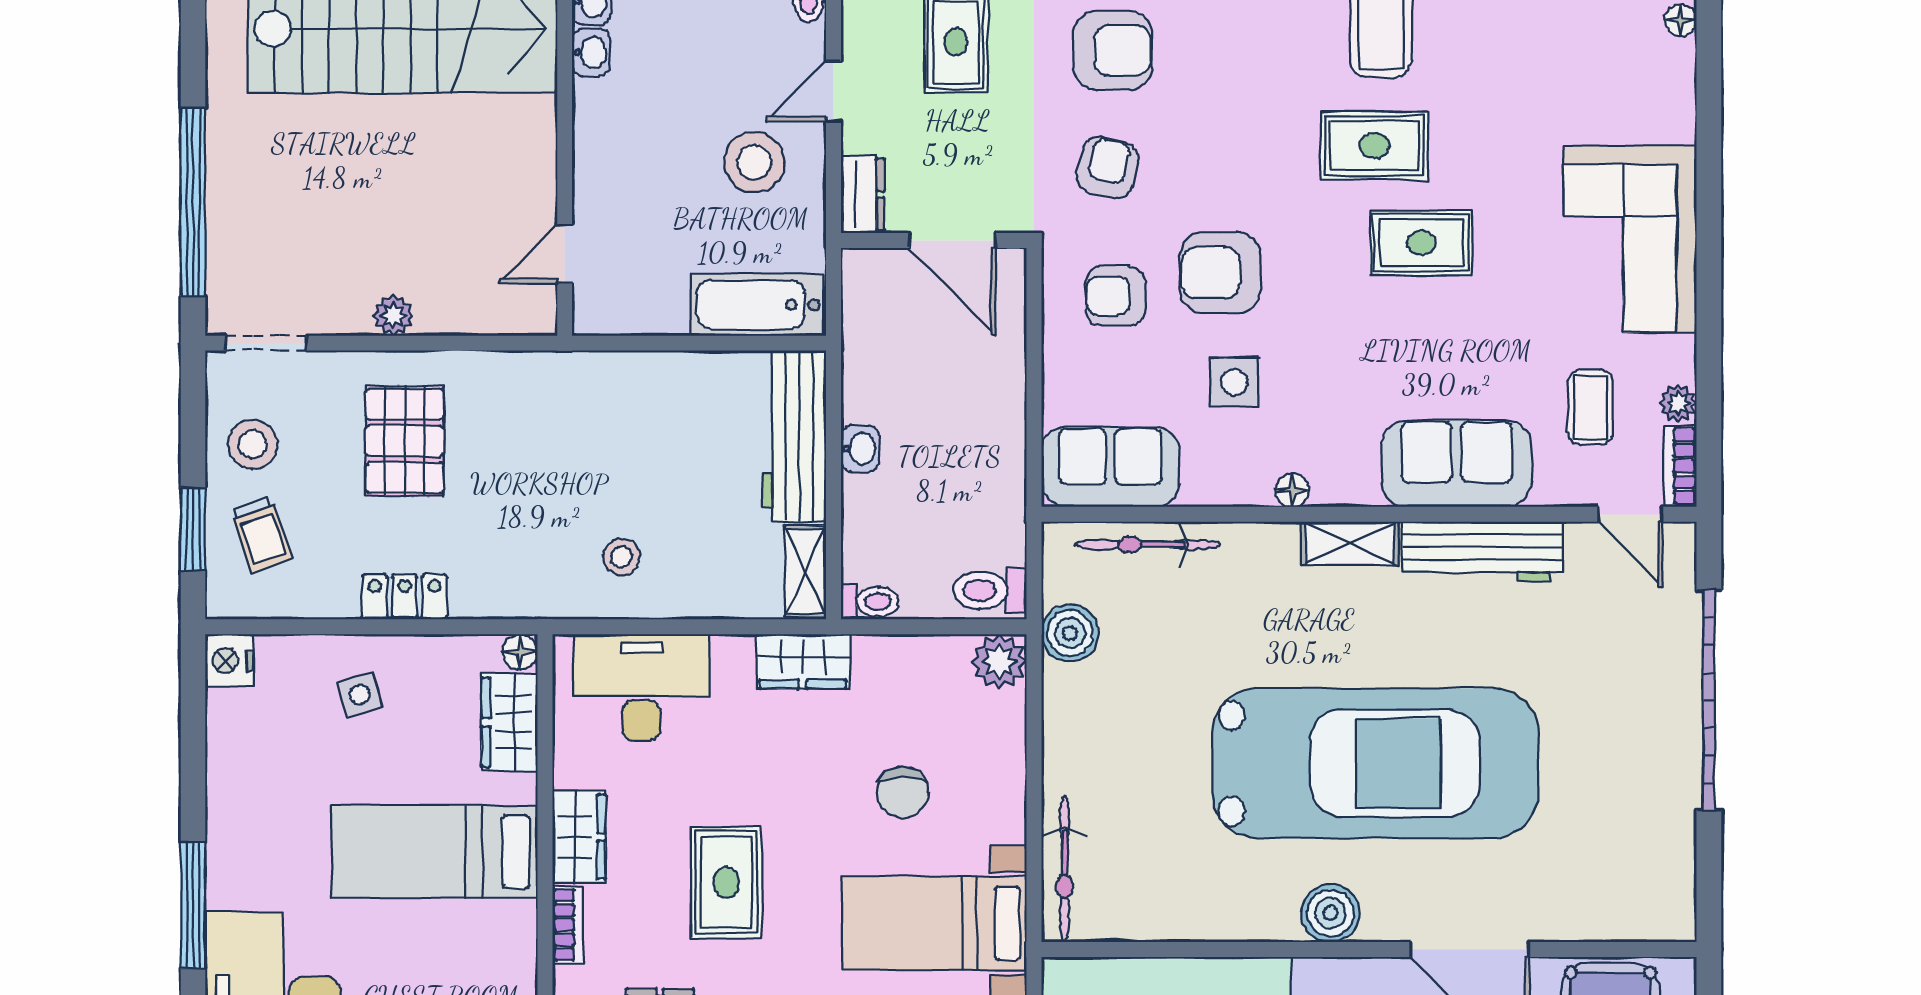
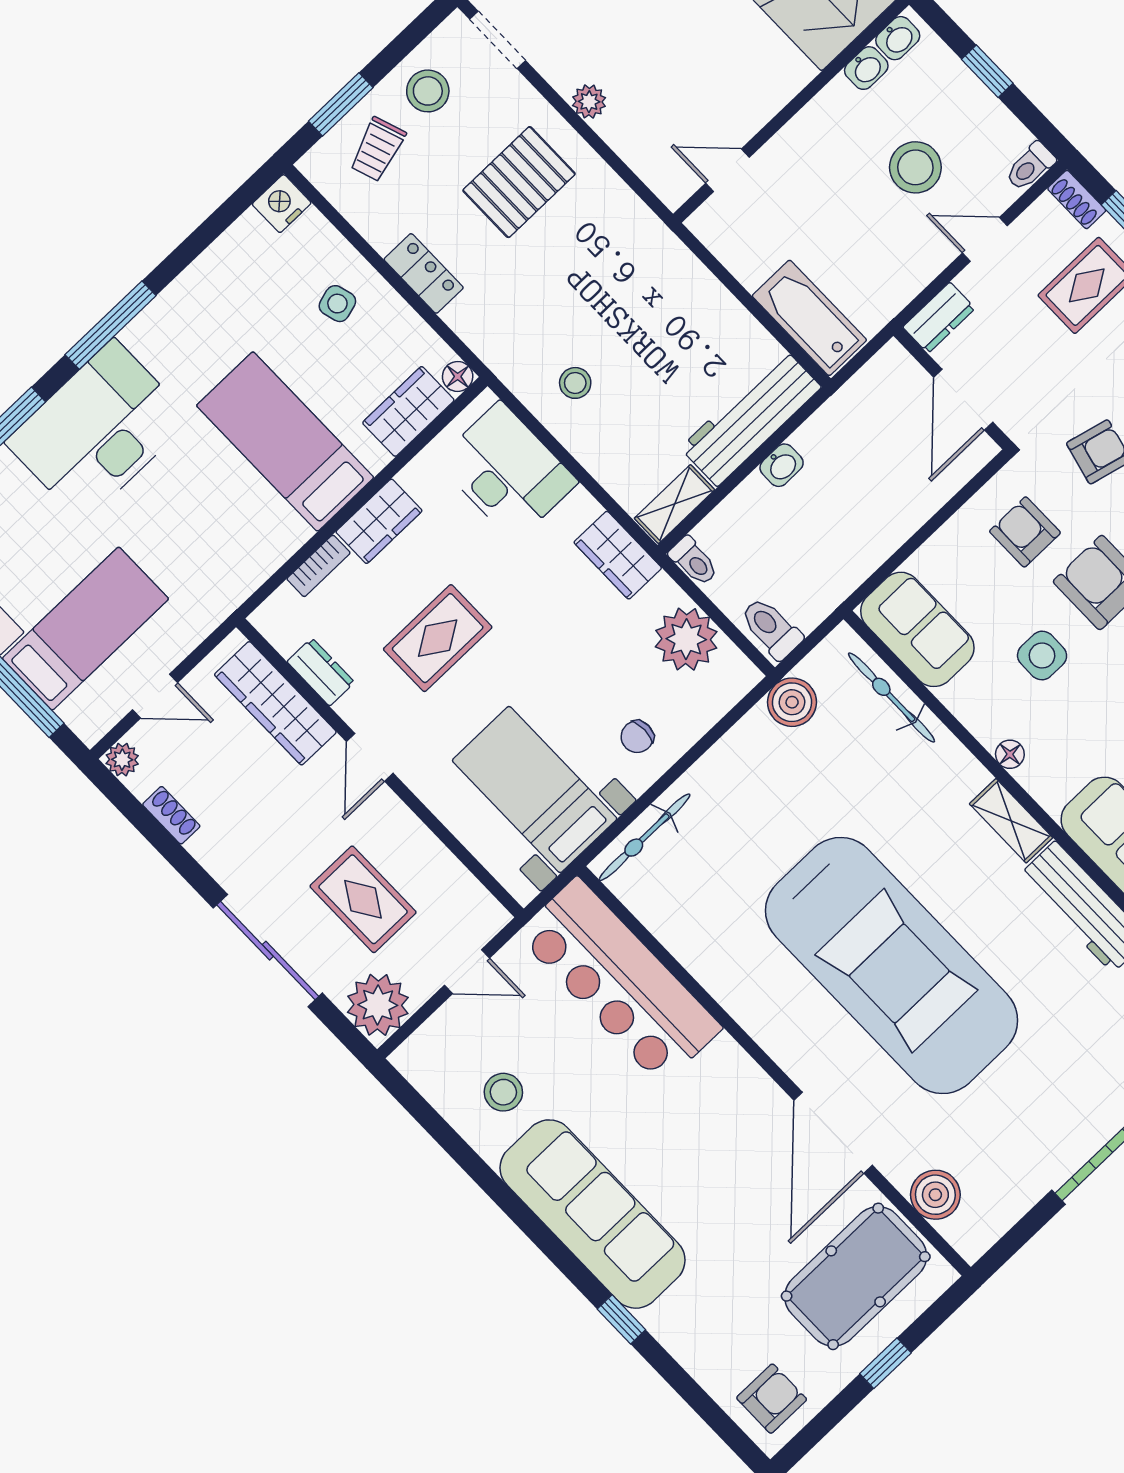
stool: (754, 162) -> (915, 167), moved
plant: (999, 662) -> (686, 639), moved, width x1.36, depth x1.36
chair: (903, 792) -> (637, 737), moved, width x0.73, depth x0.73
boiler: (1330, 913) -> (935, 1195), moved

